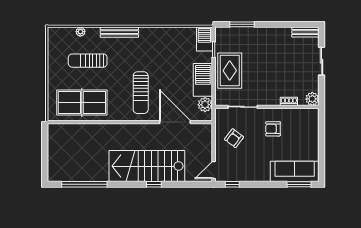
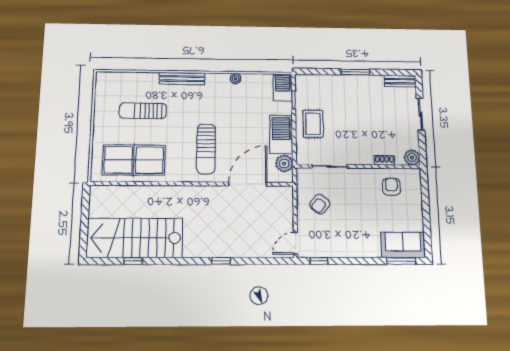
window: (242, 24) -> (355, 72), moved
plant: (80, 32) -> (236, 79), moved
rug: (230, 71) -> (313, 124), width x0.73, depth x0.70
door: (175, 122) -> (248, 184), hinge flipped
armchair: (273, 129) -> (391, 187), moved, turned 90
stairs: (147, 166) -> (135, 238), moved
sofa: (295, 171) -> (403, 245), width x0.73
window: (84, 184) -> (133, 261), width x0.32

